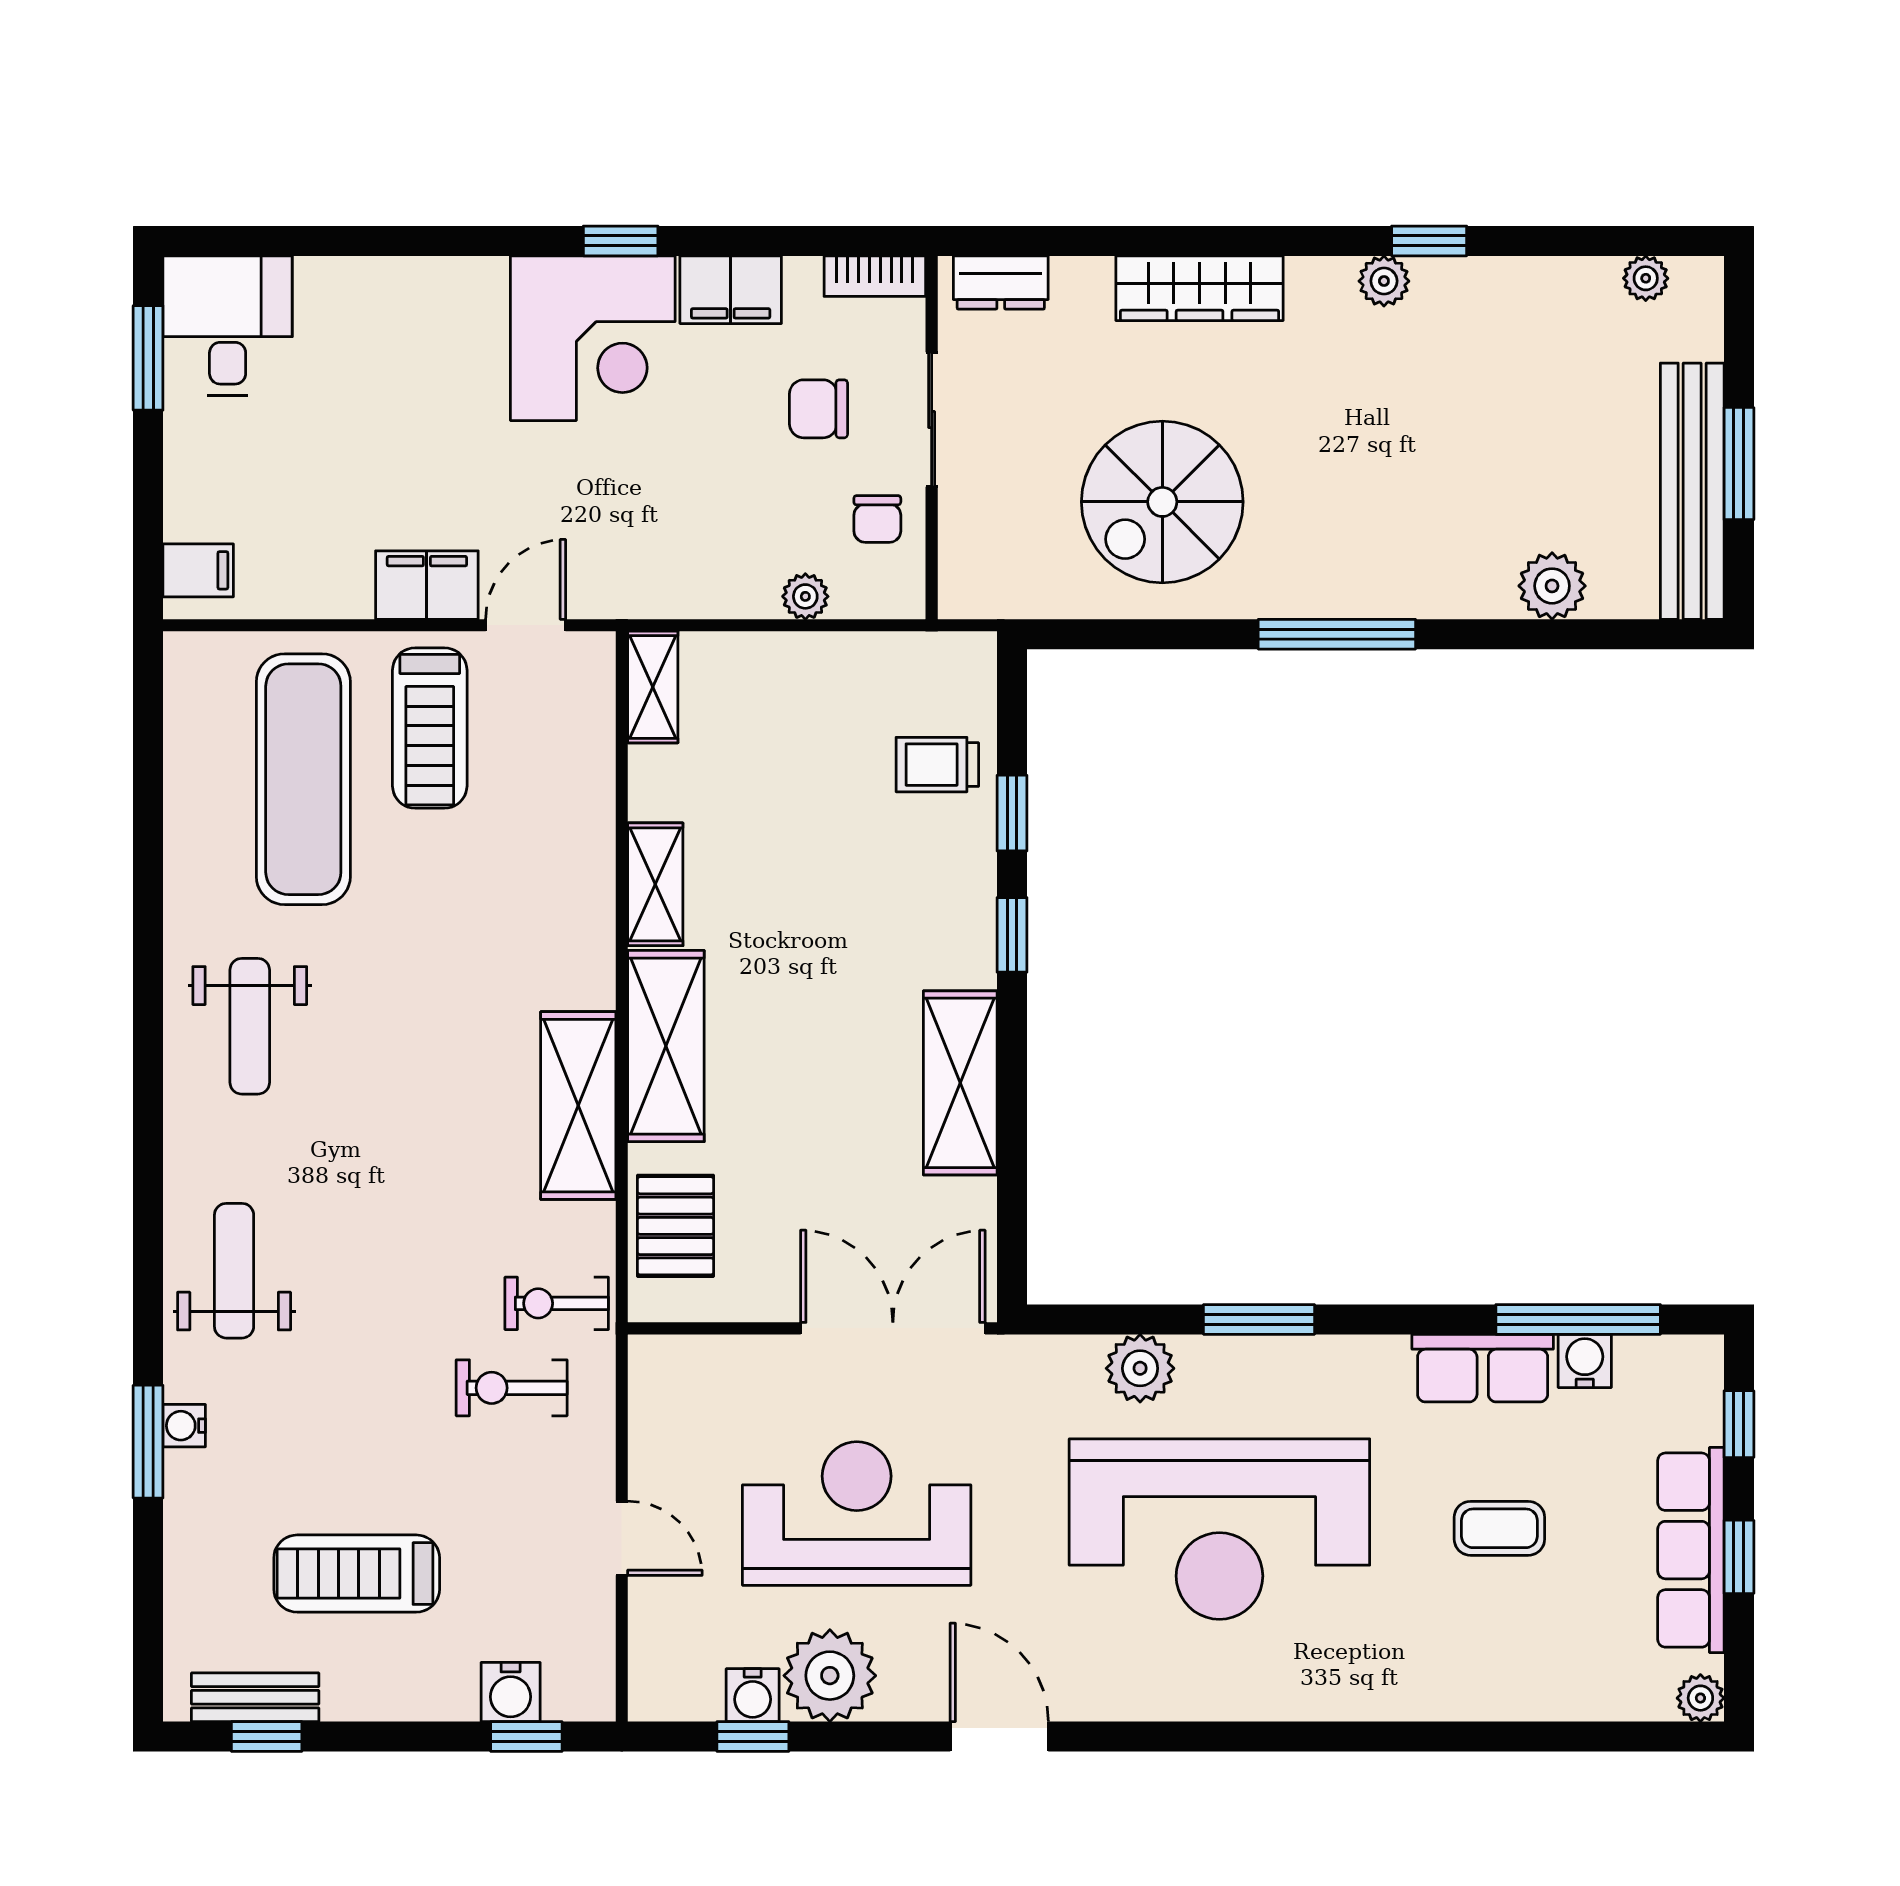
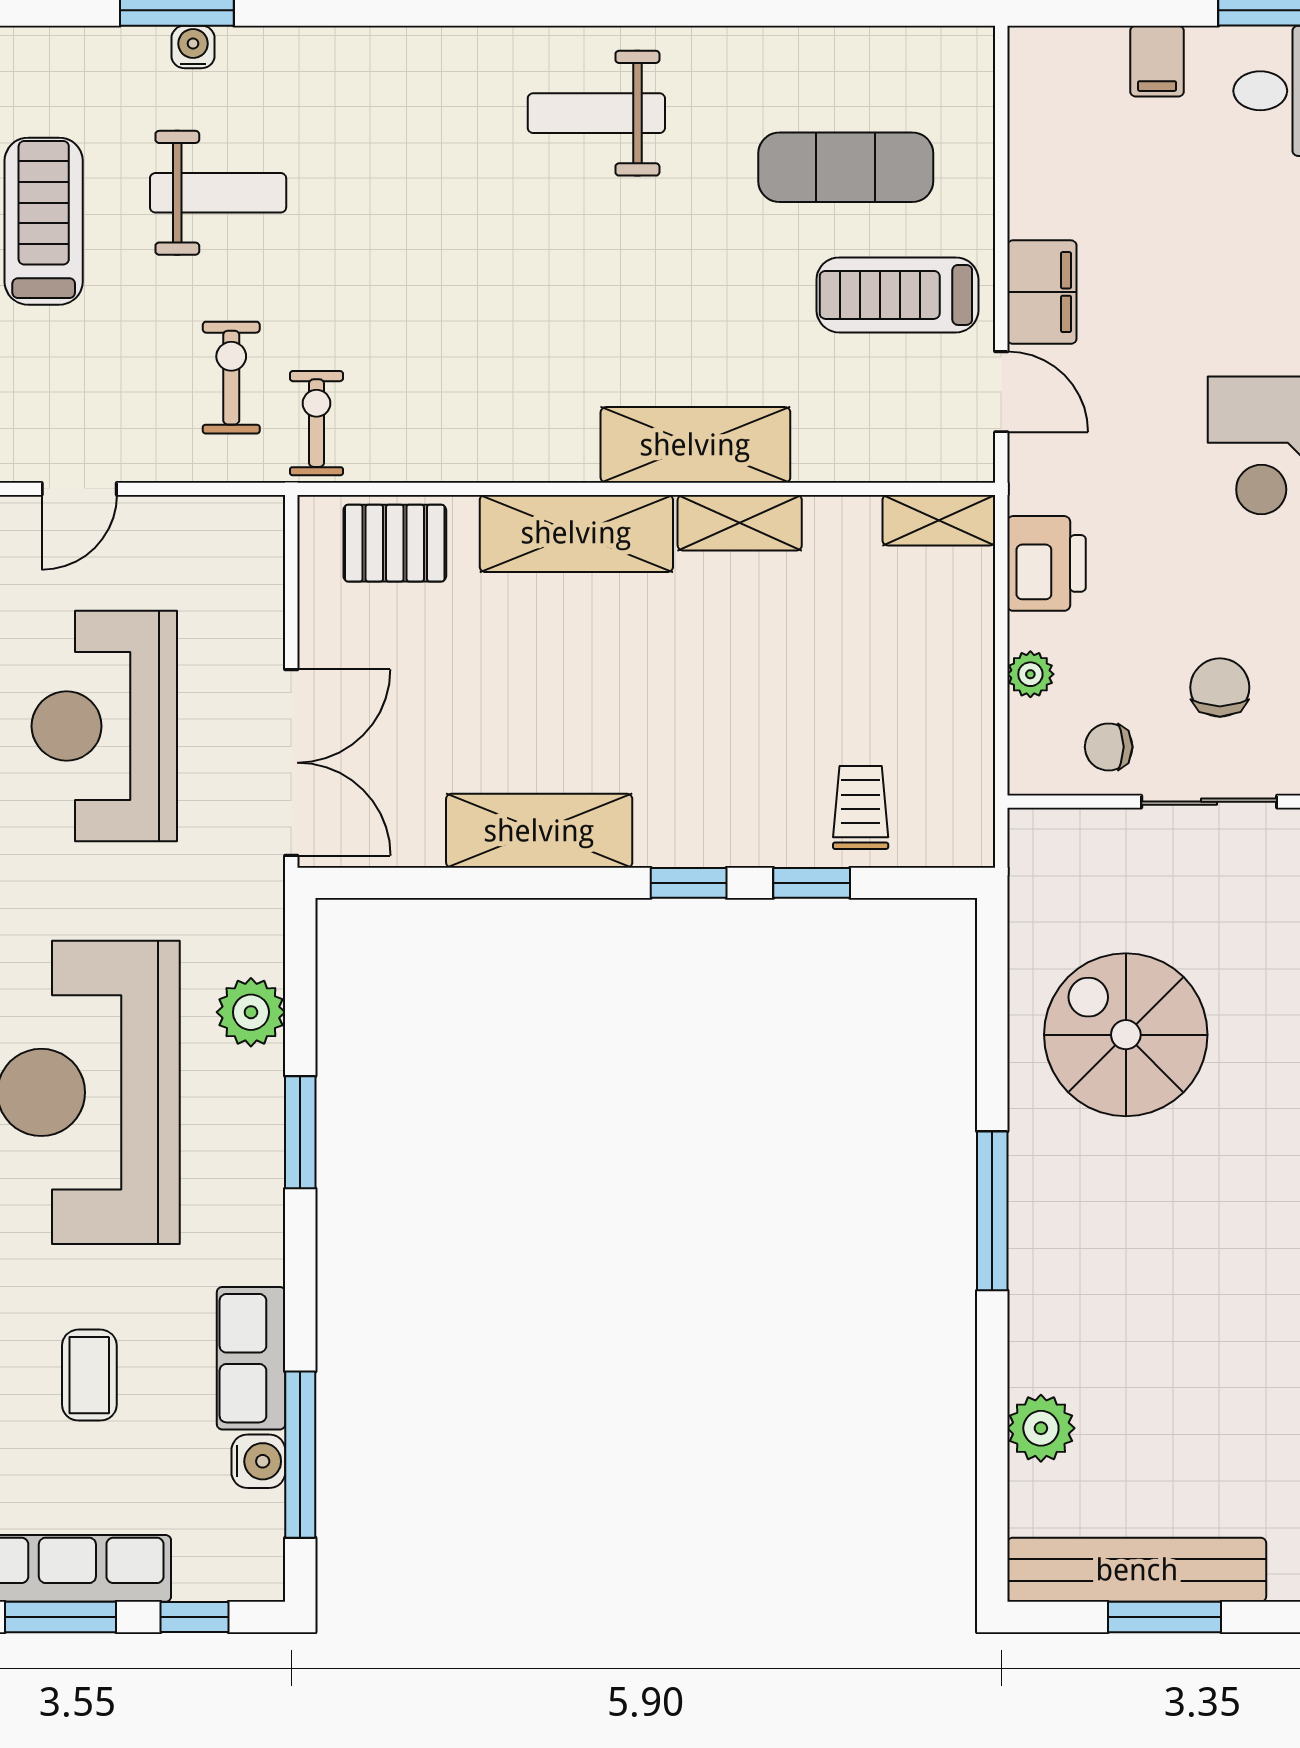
filing cabinet: (198, 570) -> (1157, 61), moved
printer: (696, 580) -> (1046, 563), added
exercise mat: (303, 779) -> (846, 167), width x0.73, depth x0.69
shelving: (578, 1106) -> (695, 445), moved
weight bench: (234, 1271) -> (218, 193), moved
reception desk: (857, 1514) -> (104, 726), turned 180
window: (1739, 1557) -> (60, 1617), width x1.50

